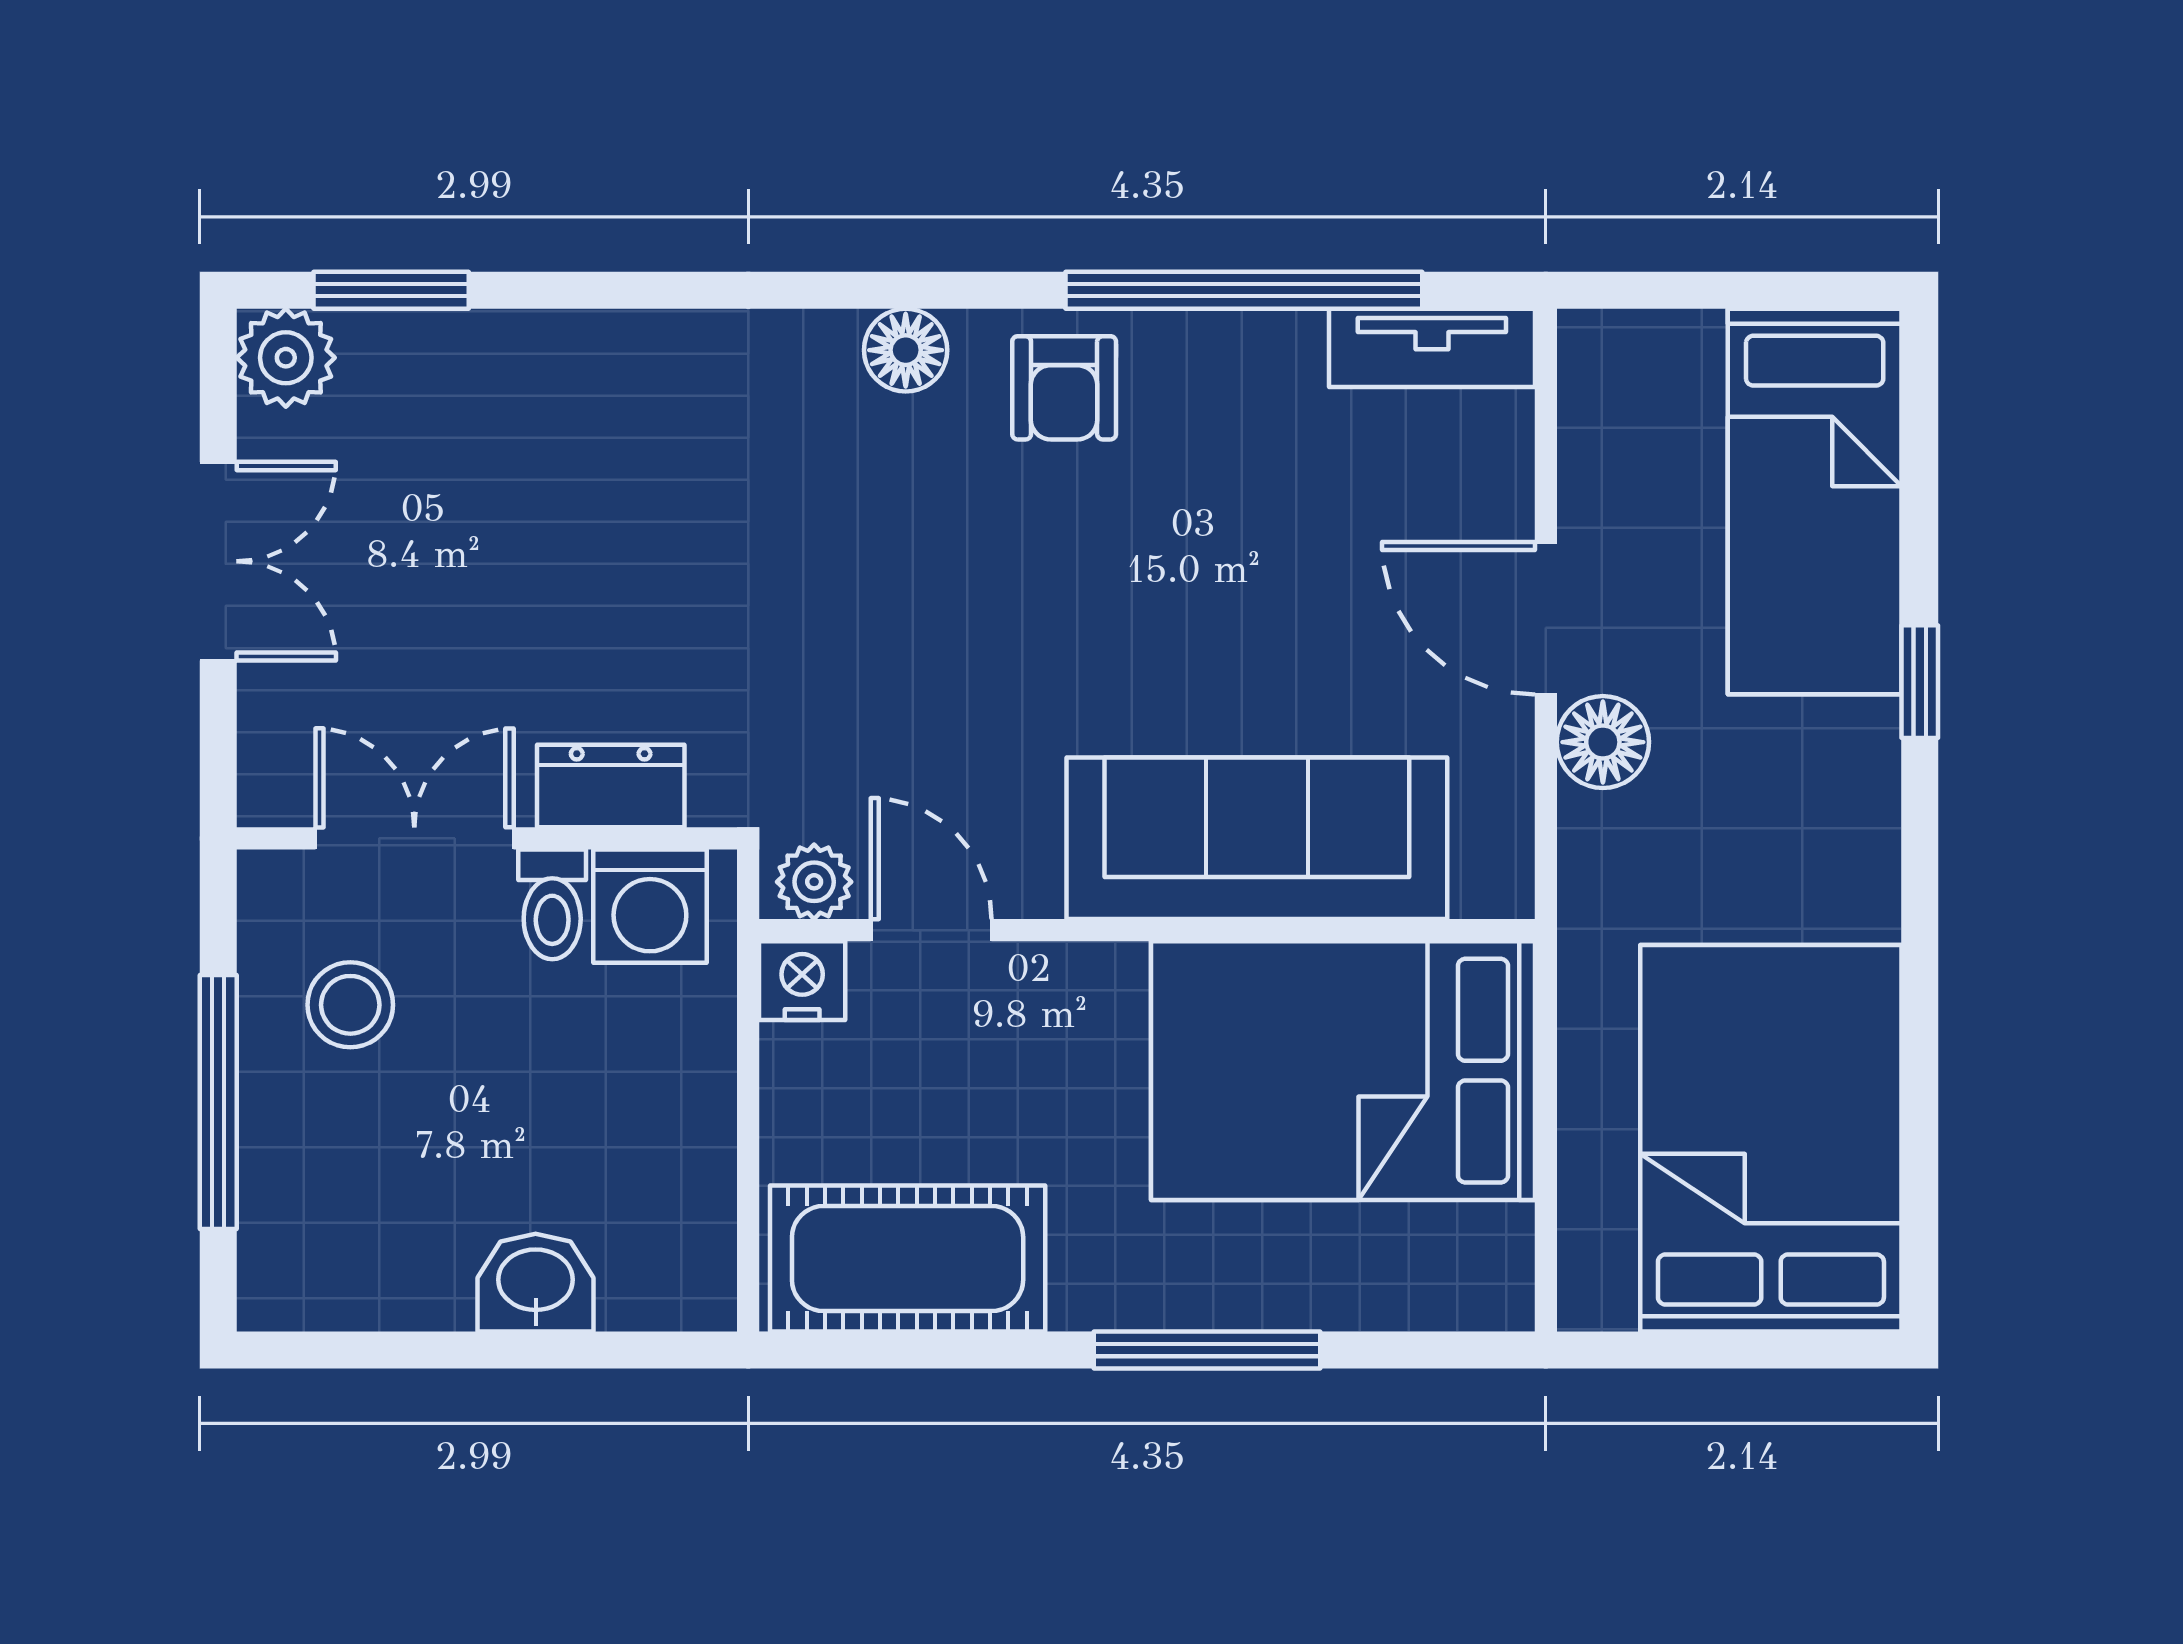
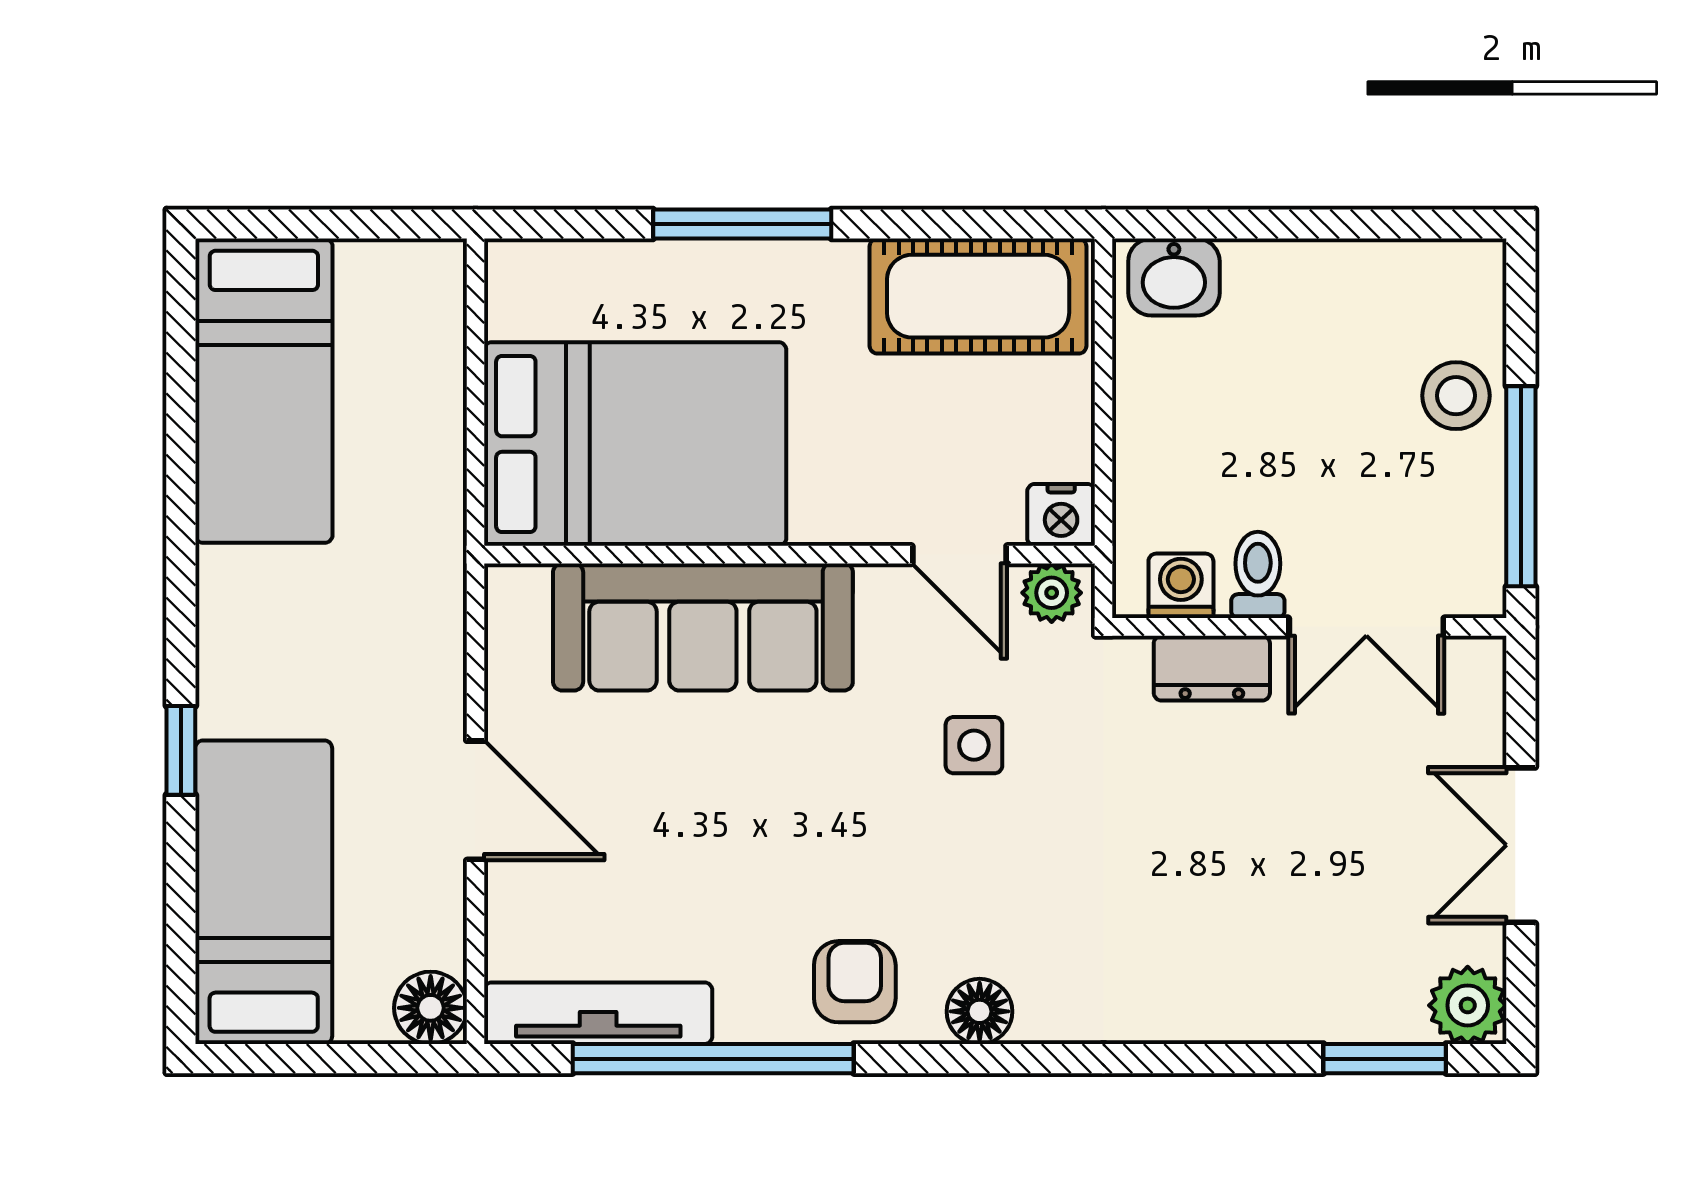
tv unit: (1432, 348) -> (598, 1013), width x1.41
side table: (913, 688) -> (974, 745), added
floor lamp: (1603, 742) -> (431, 1008), moved
washing machine: (650, 906) -> (1181, 586), width x0.73, depth x0.73
stool: (350, 1005) -> (1456, 396), moved
window: (218, 1102) -> (1521, 486), moved
bed: (1771, 1138) -> (264, 391), width x0.67
washbasin: (536, 1283) -> (1174, 277), moved

